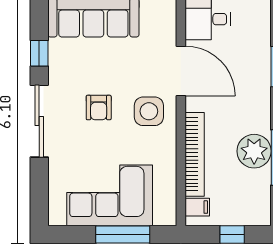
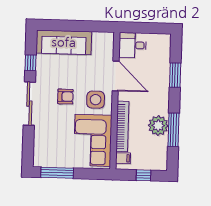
armchair: (99, 108) -> (65, 97), turned -90
corner sofa: (110, 195) -> (93, 140), moved, turned -90
window: (123, 234) -> (57, 173), moved

